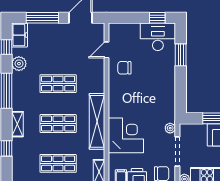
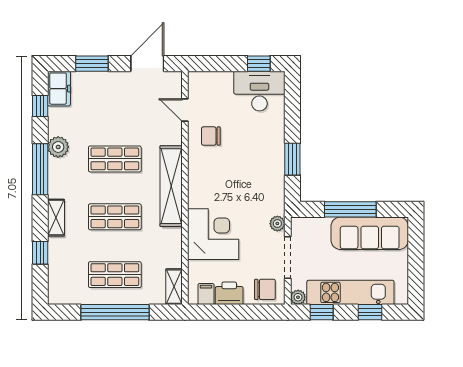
window: (42, 18) -> (92, 64), width x0.69
door: (106, 50) -> (185, 110), hinge flipped
window: (181, 55) -> (292, 159), moved
plant: (19, 64) -> (58, 147), moved
shelving: (97, 121) -> (171, 186), moved

